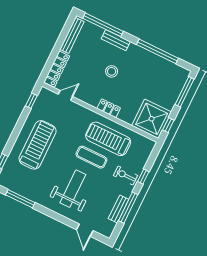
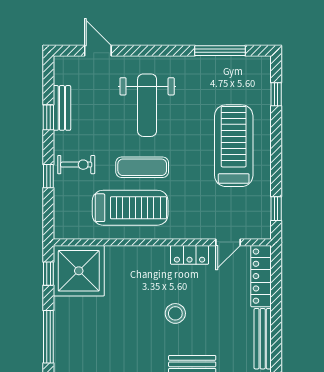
locker: (109, 108) -> (190, 255), moved
treadmill: (38, 145) -> (234, 146), turned 180
window: (128, 208) -> (48, 117), width x0.46

